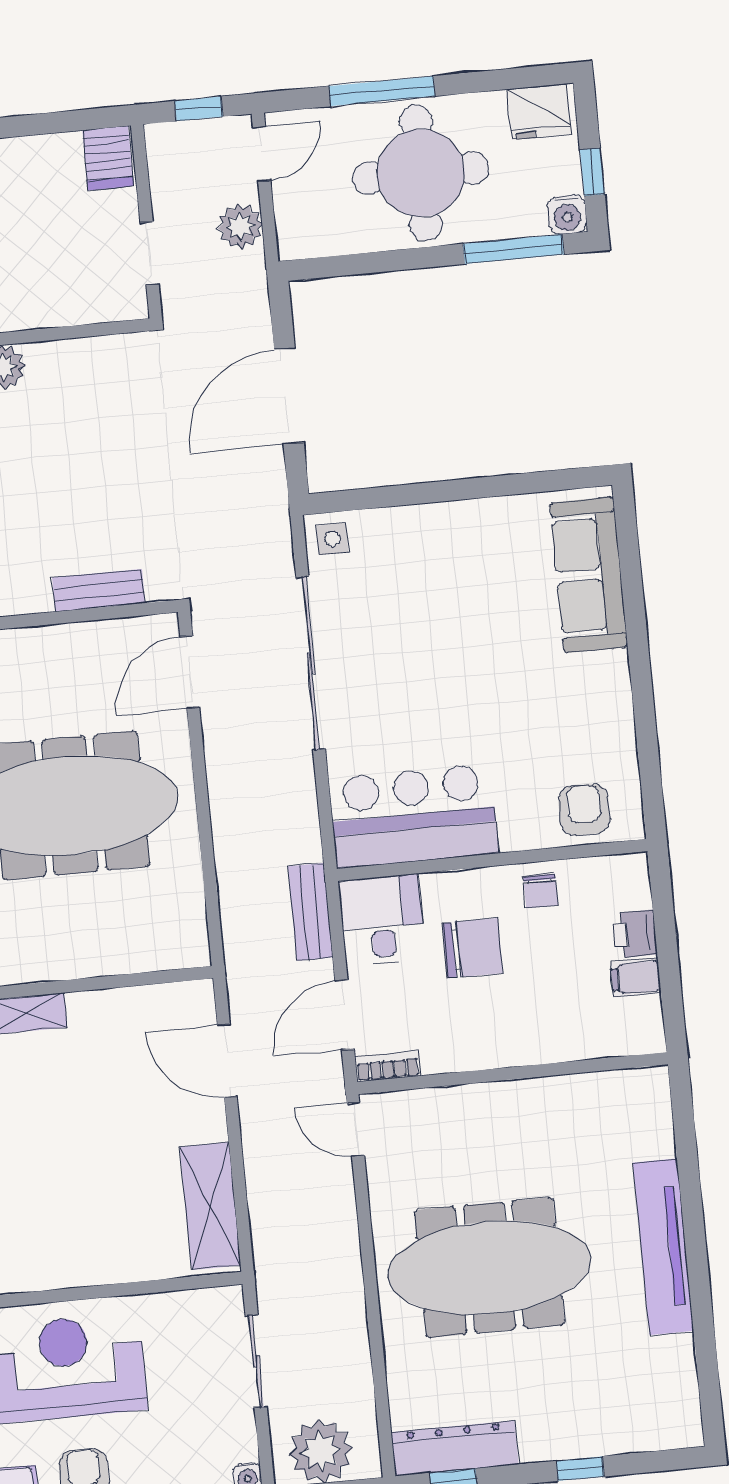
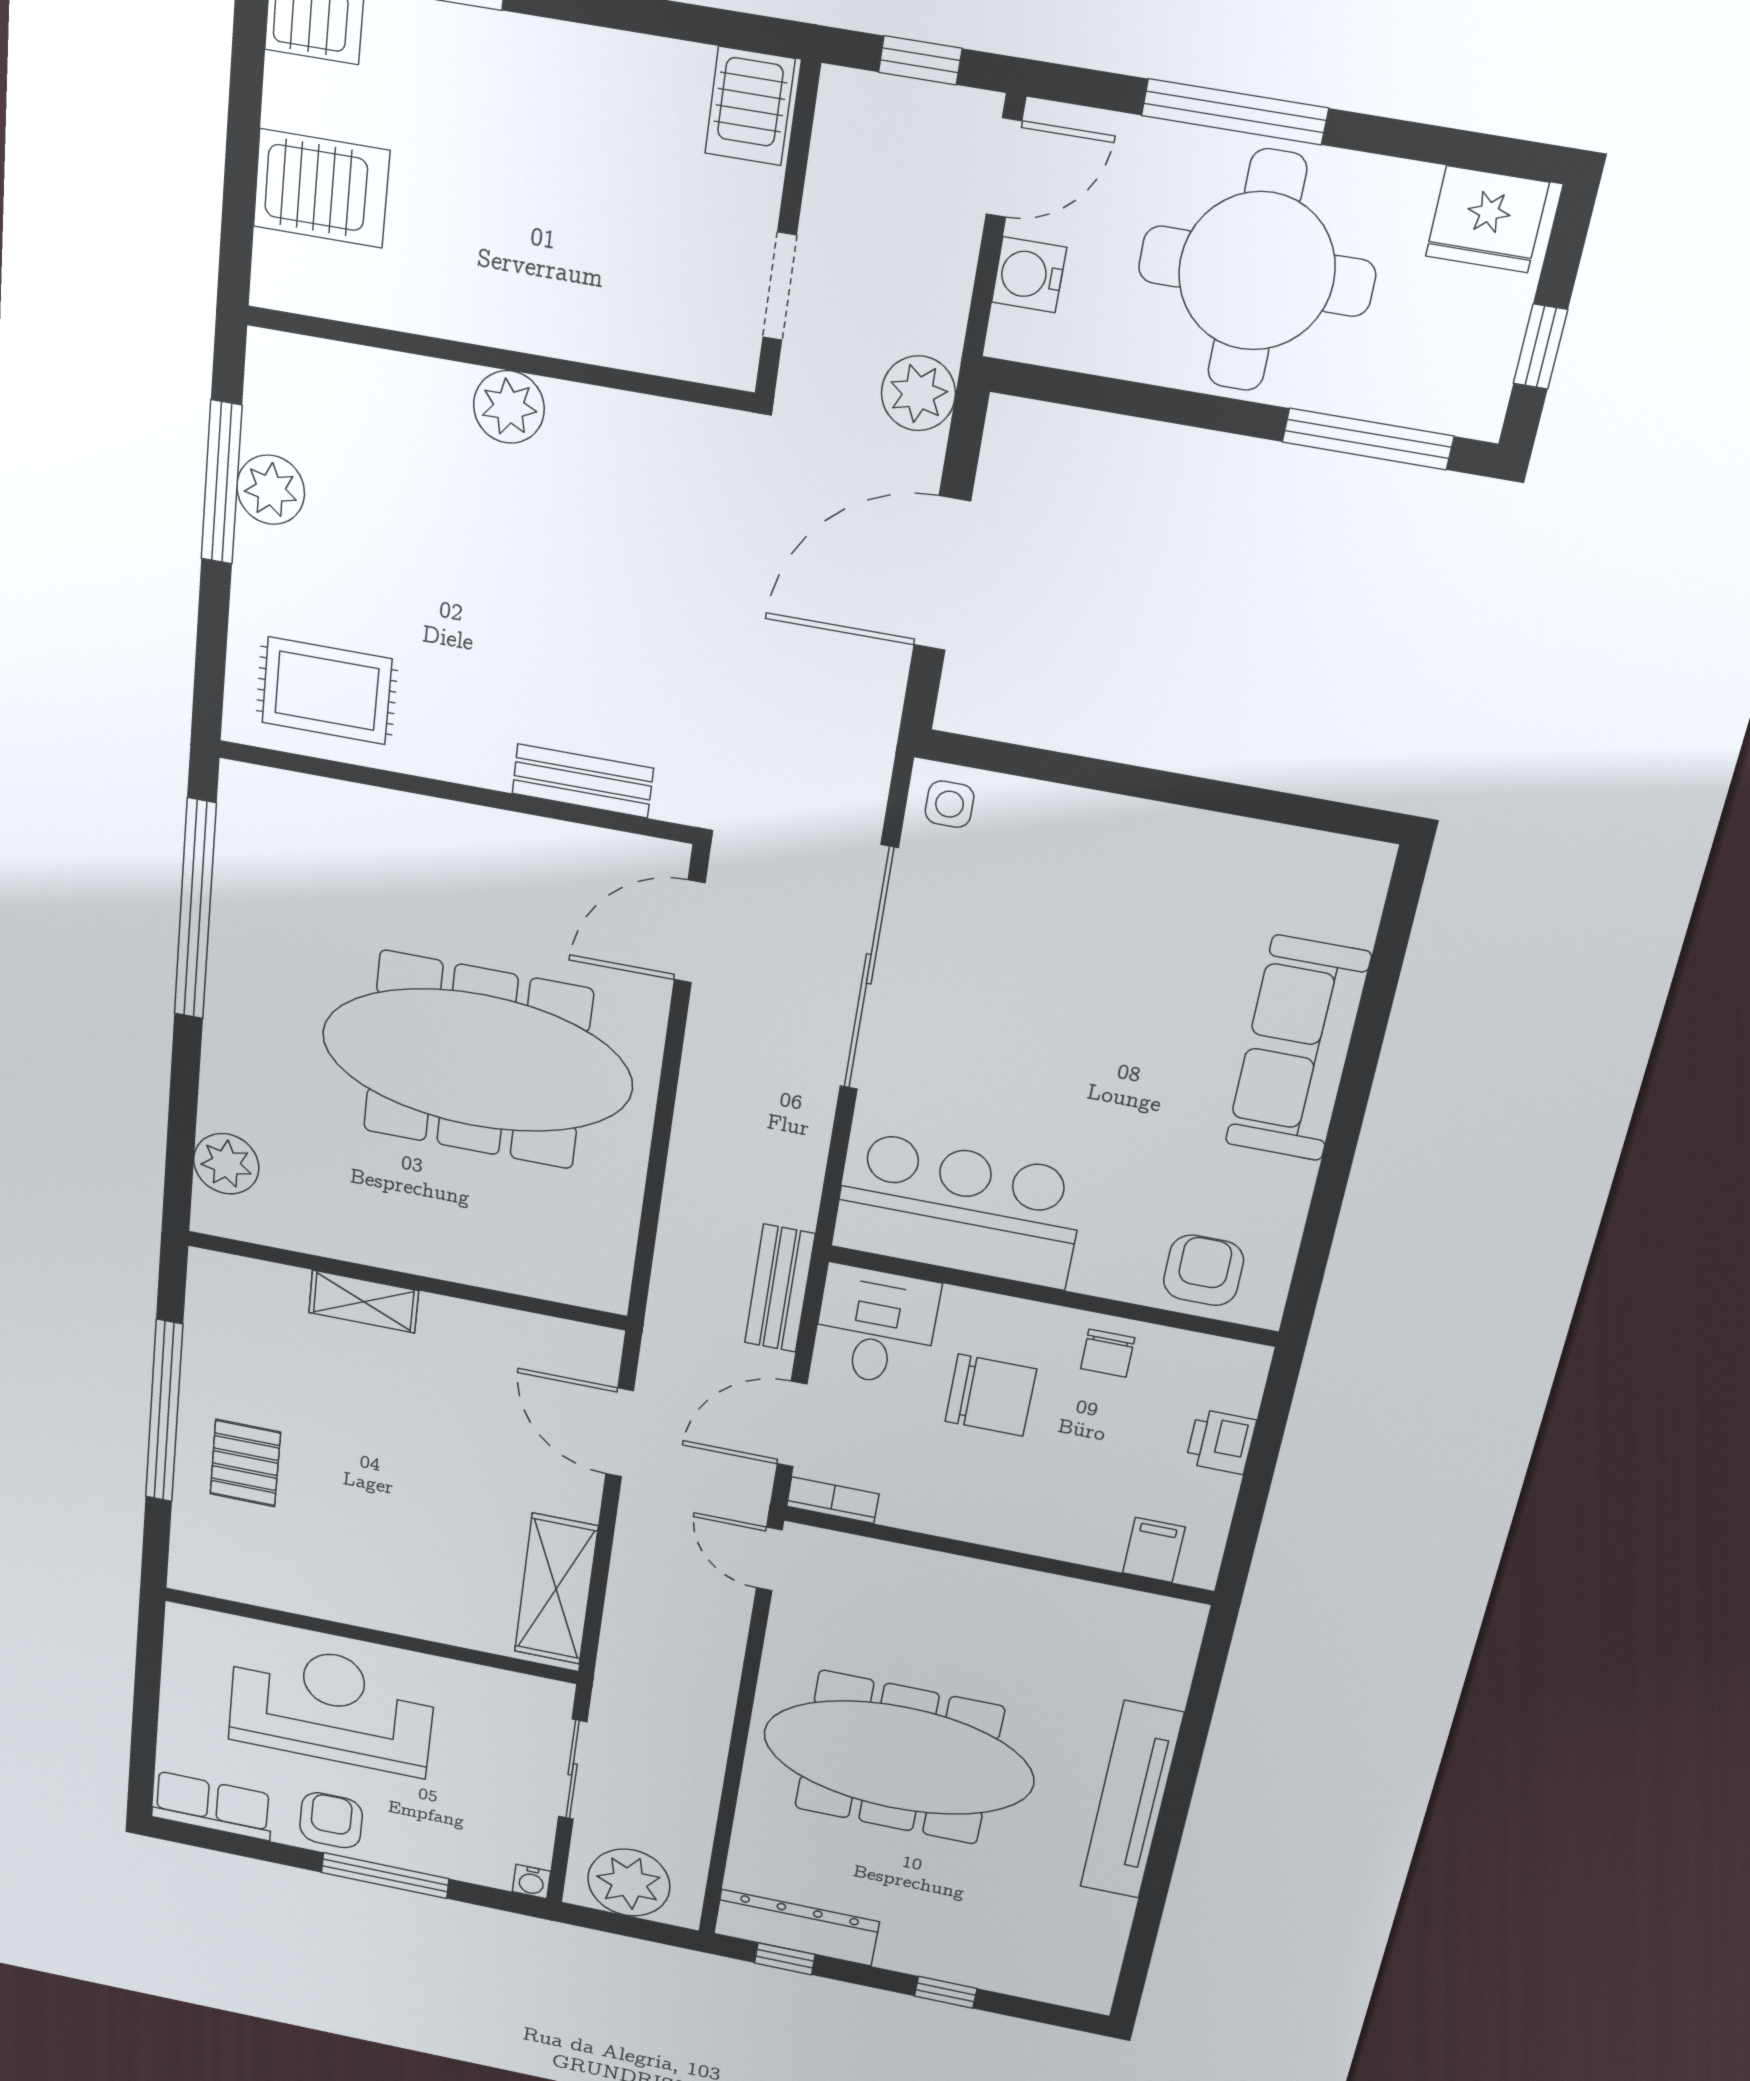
water cooler: (567, 214) -> (1029, 275), moved, turned 90
plant: (240, 226) -> (918, 393), moved
sofa: (589, 575) -> (1297, 1049), moved
filing cabinet: (636, 978) -> (1154, 1550), moved, turned 90

